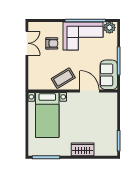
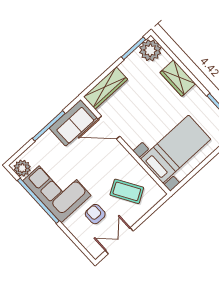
coffee table: (63, 78) -> (127, 191), moved
door: (90, 91) -> (109, 128), hinge flipped
wardrobe: (111, 108) -> (105, 88), added
plant: (110, 148) -> (150, 50), added

